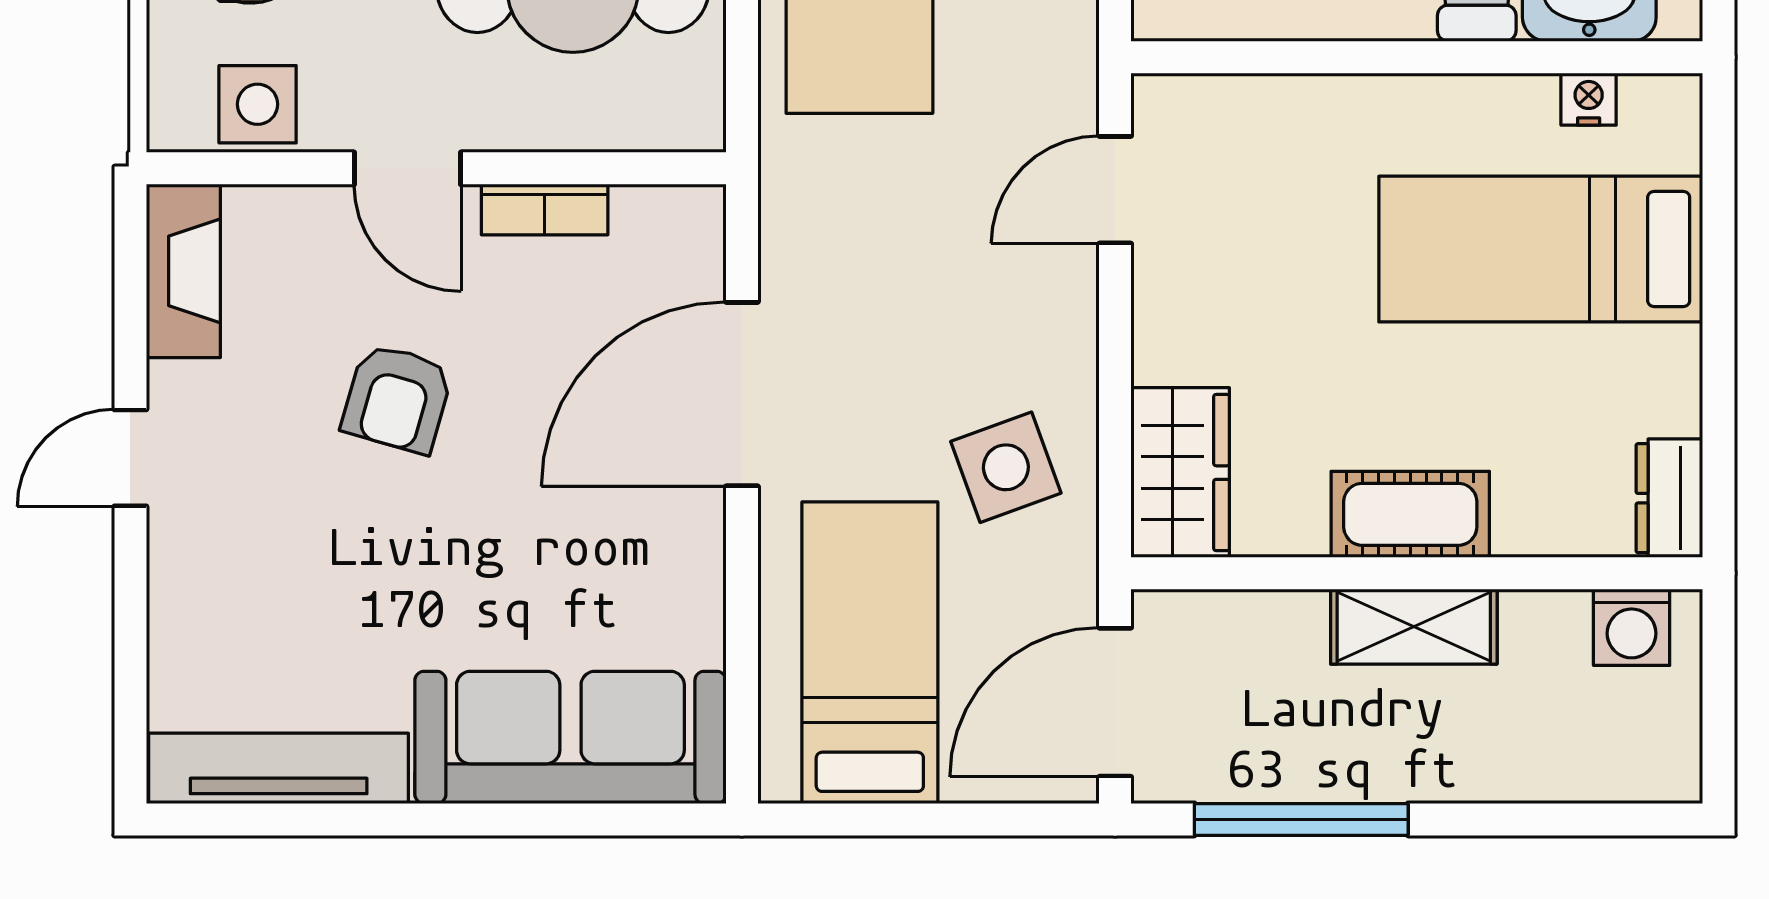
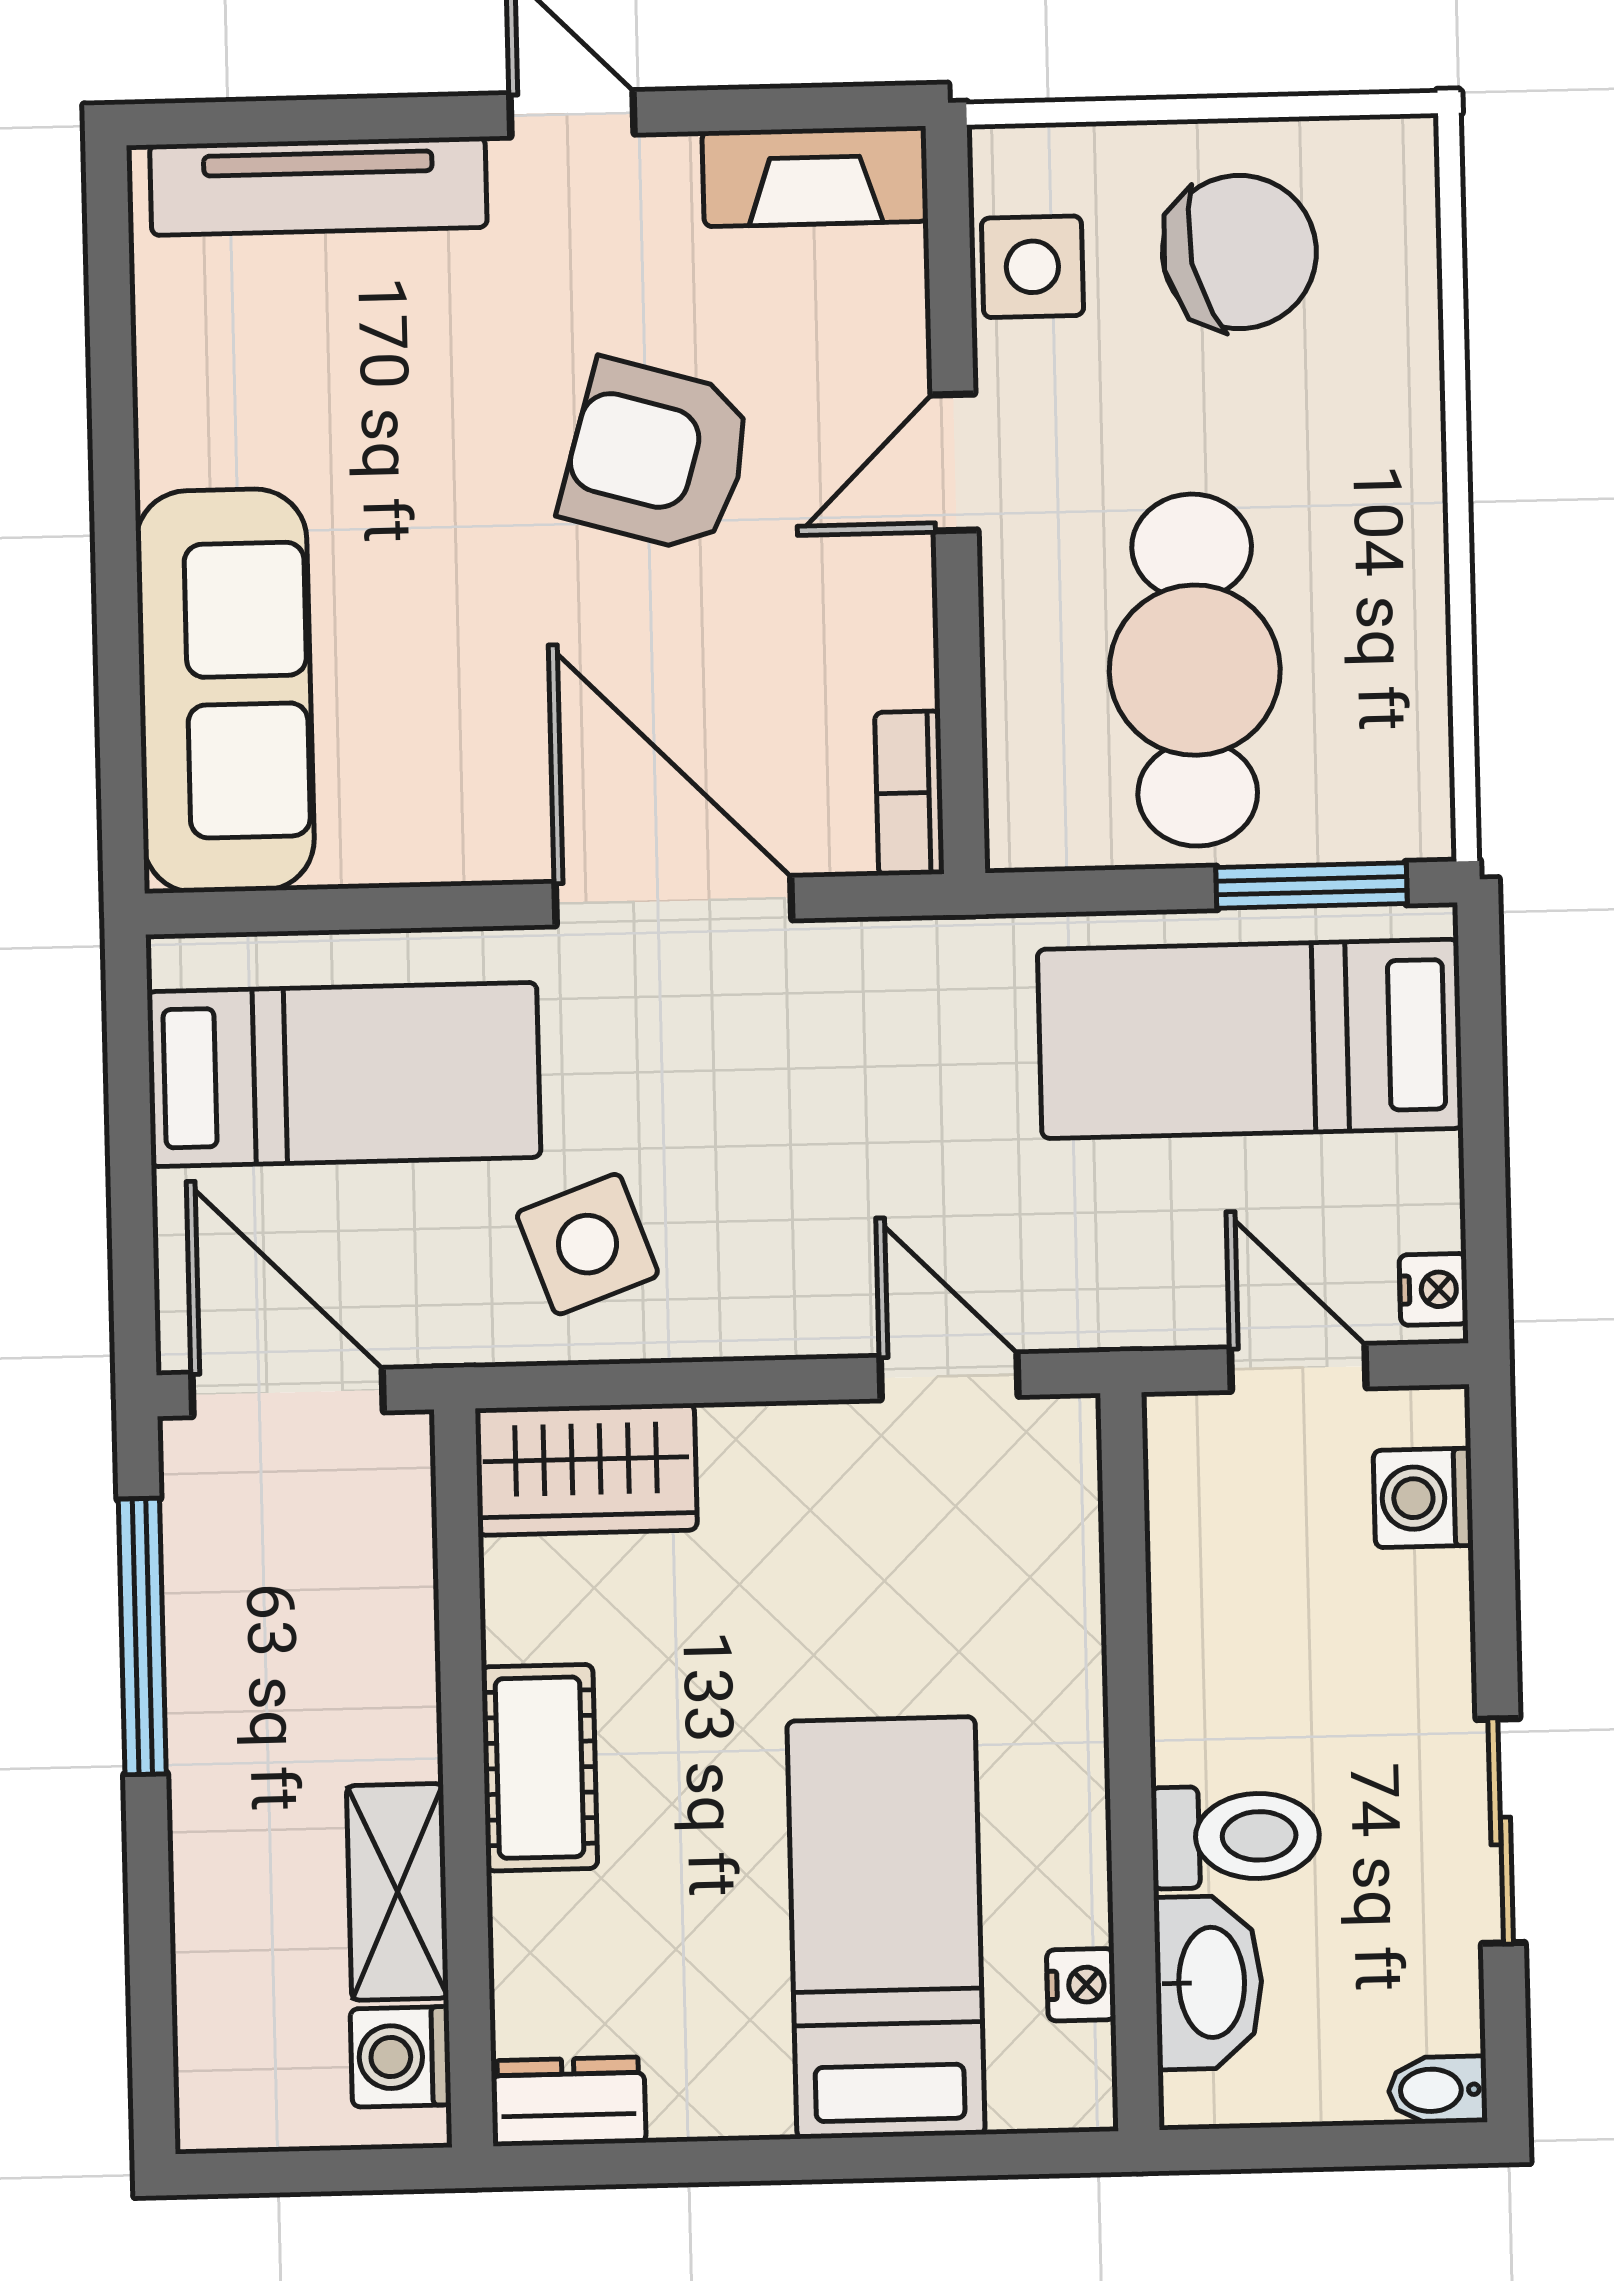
bookcase: (545, 209) -> (909, 793), moved
armchair: (397, 398) -> (657, 456), width x1.38, depth x1.38
shelving: (1414, 627) -> (398, 1892), moved
tv unit: (279, 768) -> (318, 186), moved, turned 90

